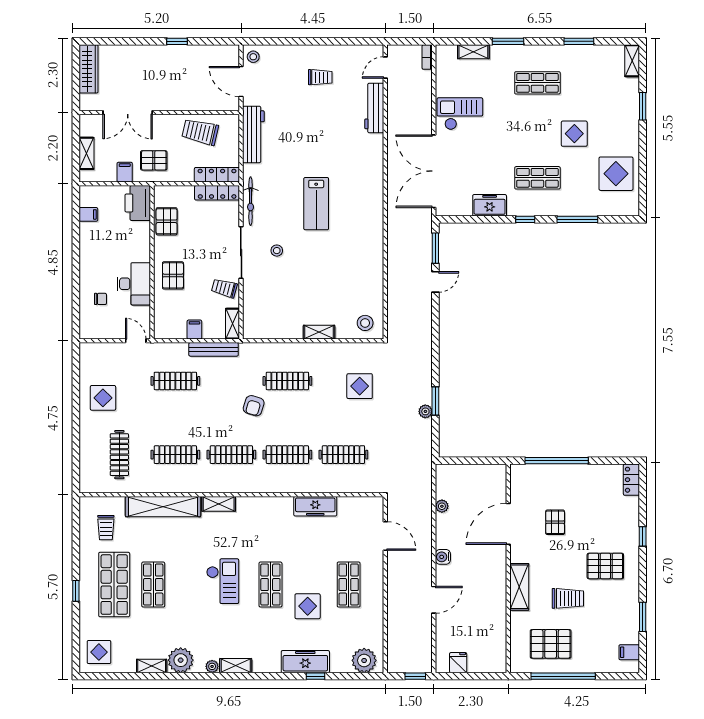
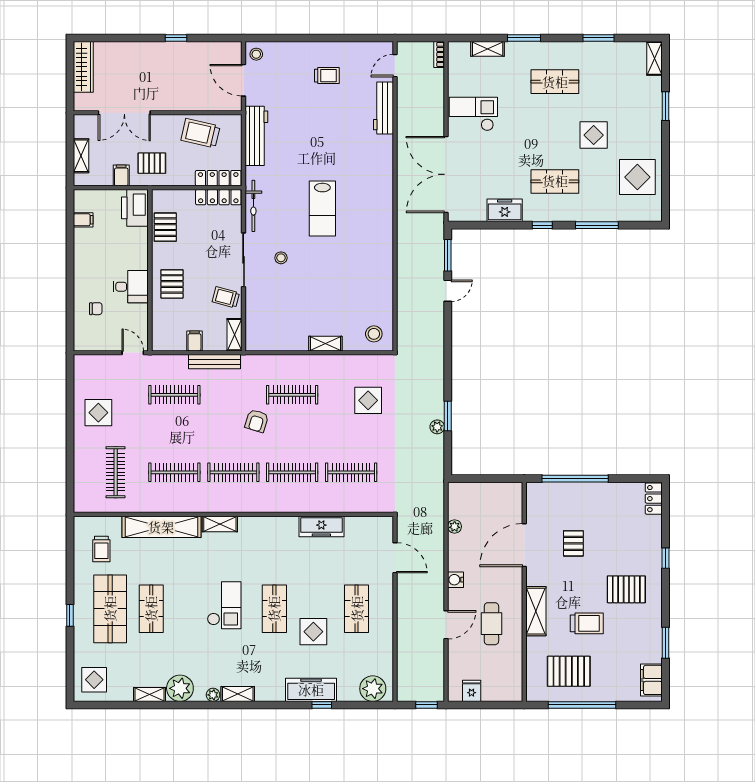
desk: (134, 284) -> (131, 287), width x0.73
cafe table: (477, 599) -> (491, 624), added
filing cabinet: (629, 652) -> (651, 680), width x2.00

